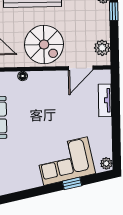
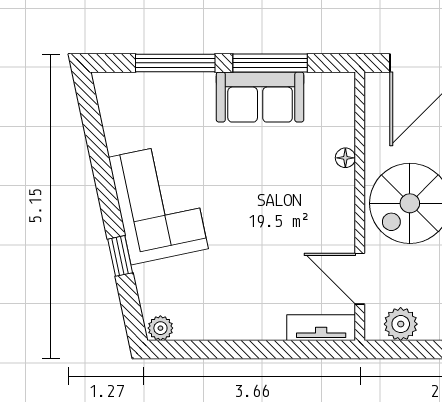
tv unit: (105, 100) -> (321, 328), moved
corner sofa: (66, 161) -> (158, 203), moved

